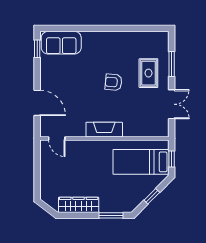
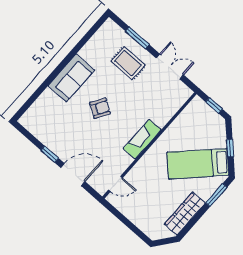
sofa: (61, 43) -> (71, 78), moved
window: (37, 49) -> (50, 154), moved
armchair: (113, 82) -> (100, 108), moved, turned -153
bed: (141, 162) -> (198, 164), moved, turned 45

